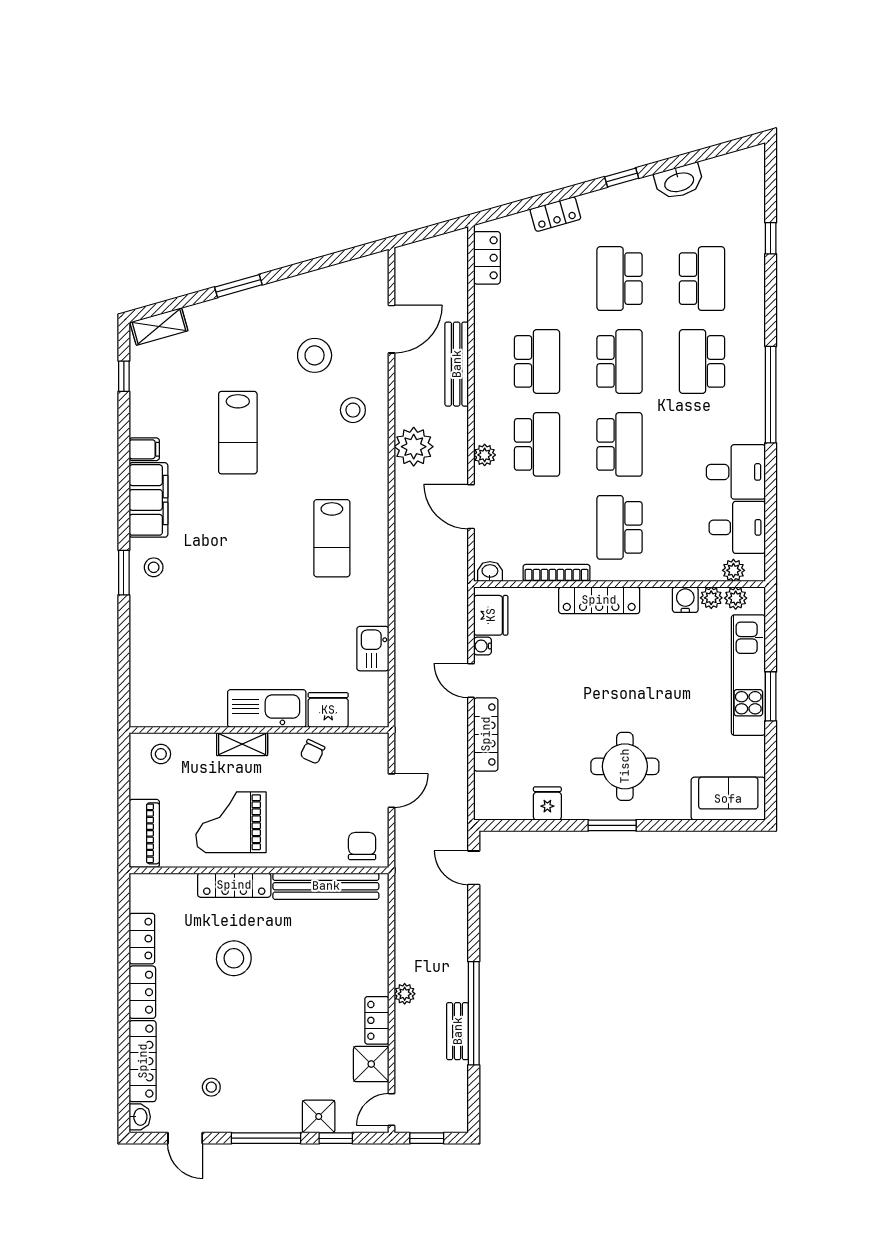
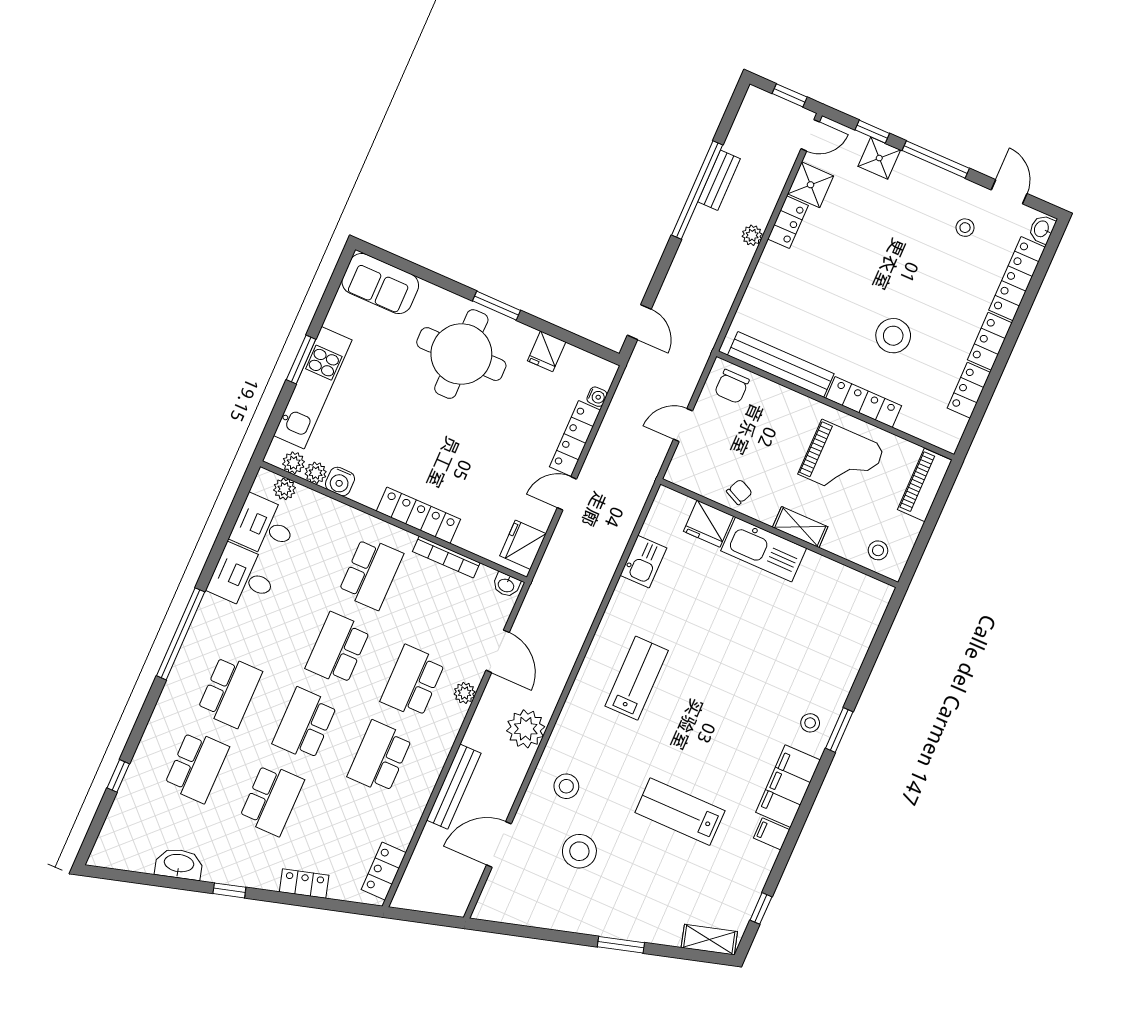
school desk: (702, 279) -> (197, 767), turned 180
lab bench: (238, 433) -> (680, 812), turned -90
water cooler: (483, 646) -> (597, 397), moved
door: (471, 681) -> (567, 493), swing flipped
round table: (625, 766) -> (461, 354), width x1.36, depth x1.36

